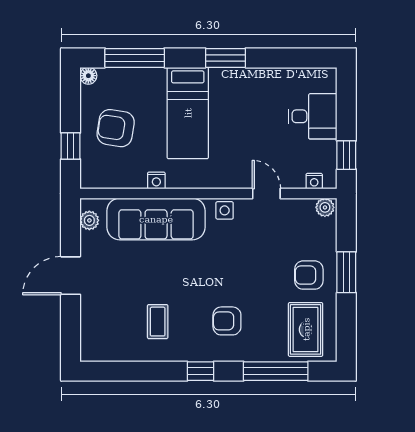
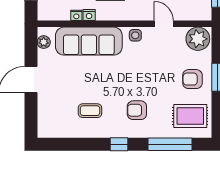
nightstand: (314, 181) -> (76, 15), moved
plant: (325, 207) -> (198, 39), width x1.88, depth x1.88
coffee table: (158, 322) -> (90, 111), turned 90
rug: (306, 329) -> (190, 116), turned 90

